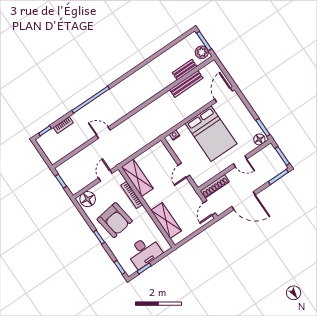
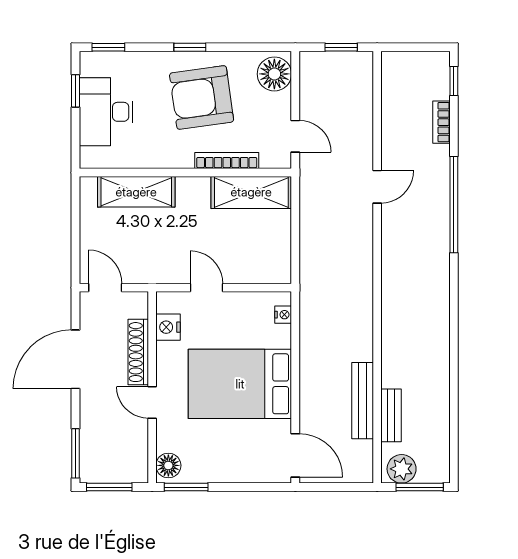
door: (240, 161) -> (152, 402), hinge flipped
nightstand: (208, 175) -> (168, 327), added
shoe rack: (215, 186) -> (138, 352), moved

